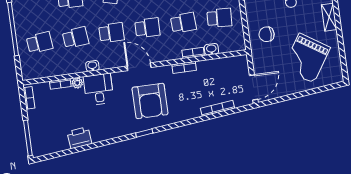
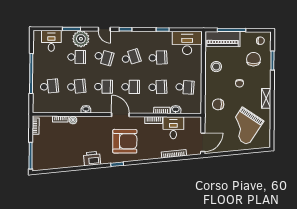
desk: (99, 89) -> (173, 128), moved
armchair: (150, 101) -> (125, 141), turned -90
printer: (79, 138) -> (92, 159), moved

